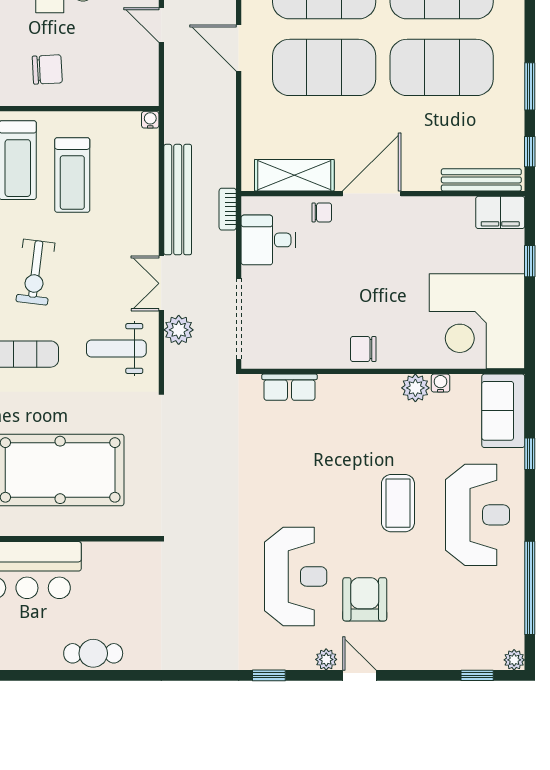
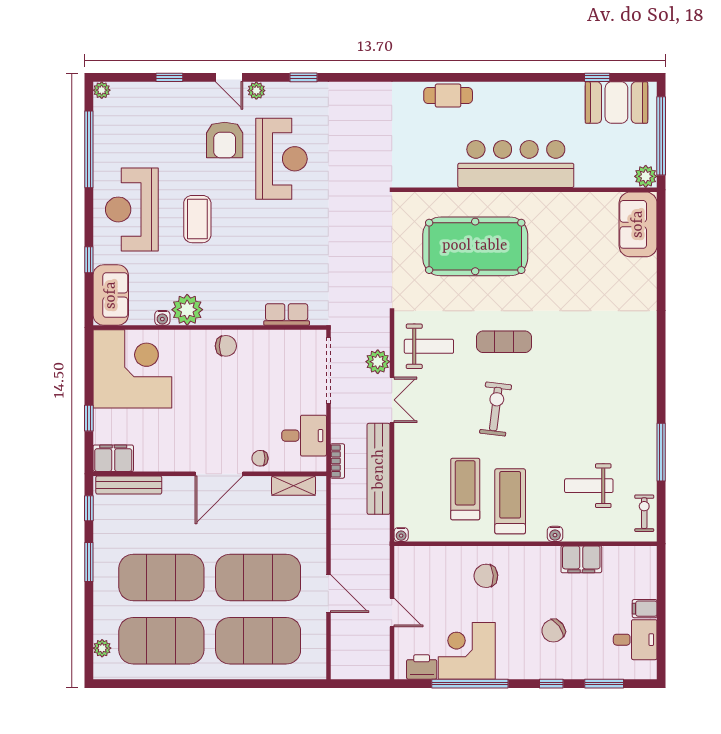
shelving: (294, 175) -> (294, 486), width x0.67, depth x0.75
plant: (415, 388) -> (187, 310), width x1.36, depth x1.36
reception desk: (296, 576) -> (282, 159), turned 180
window: (477, 675) -> (169, 77), moved

